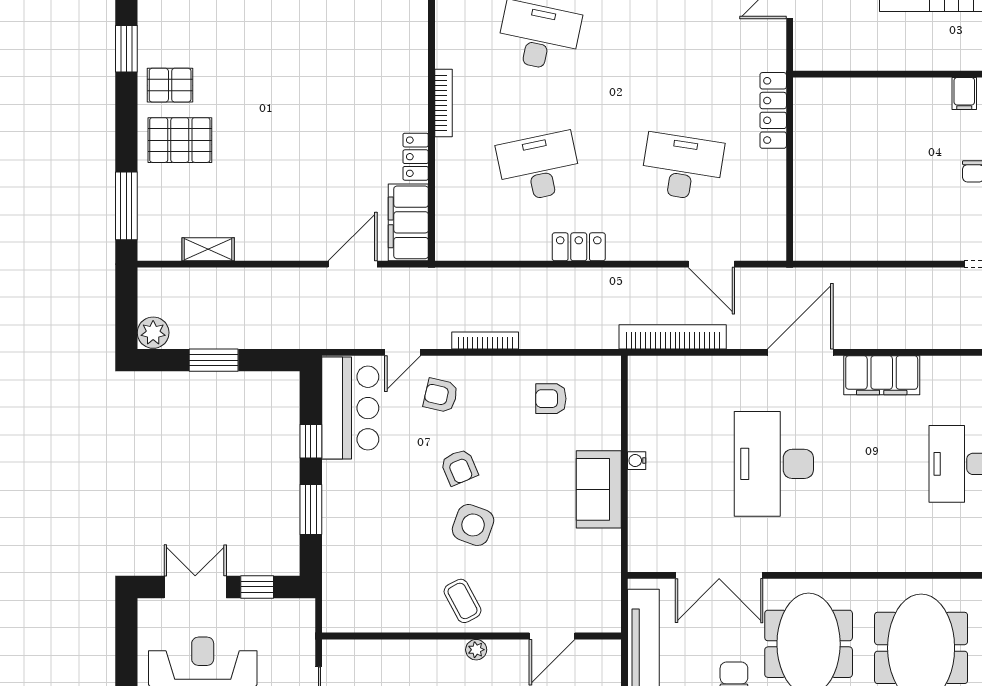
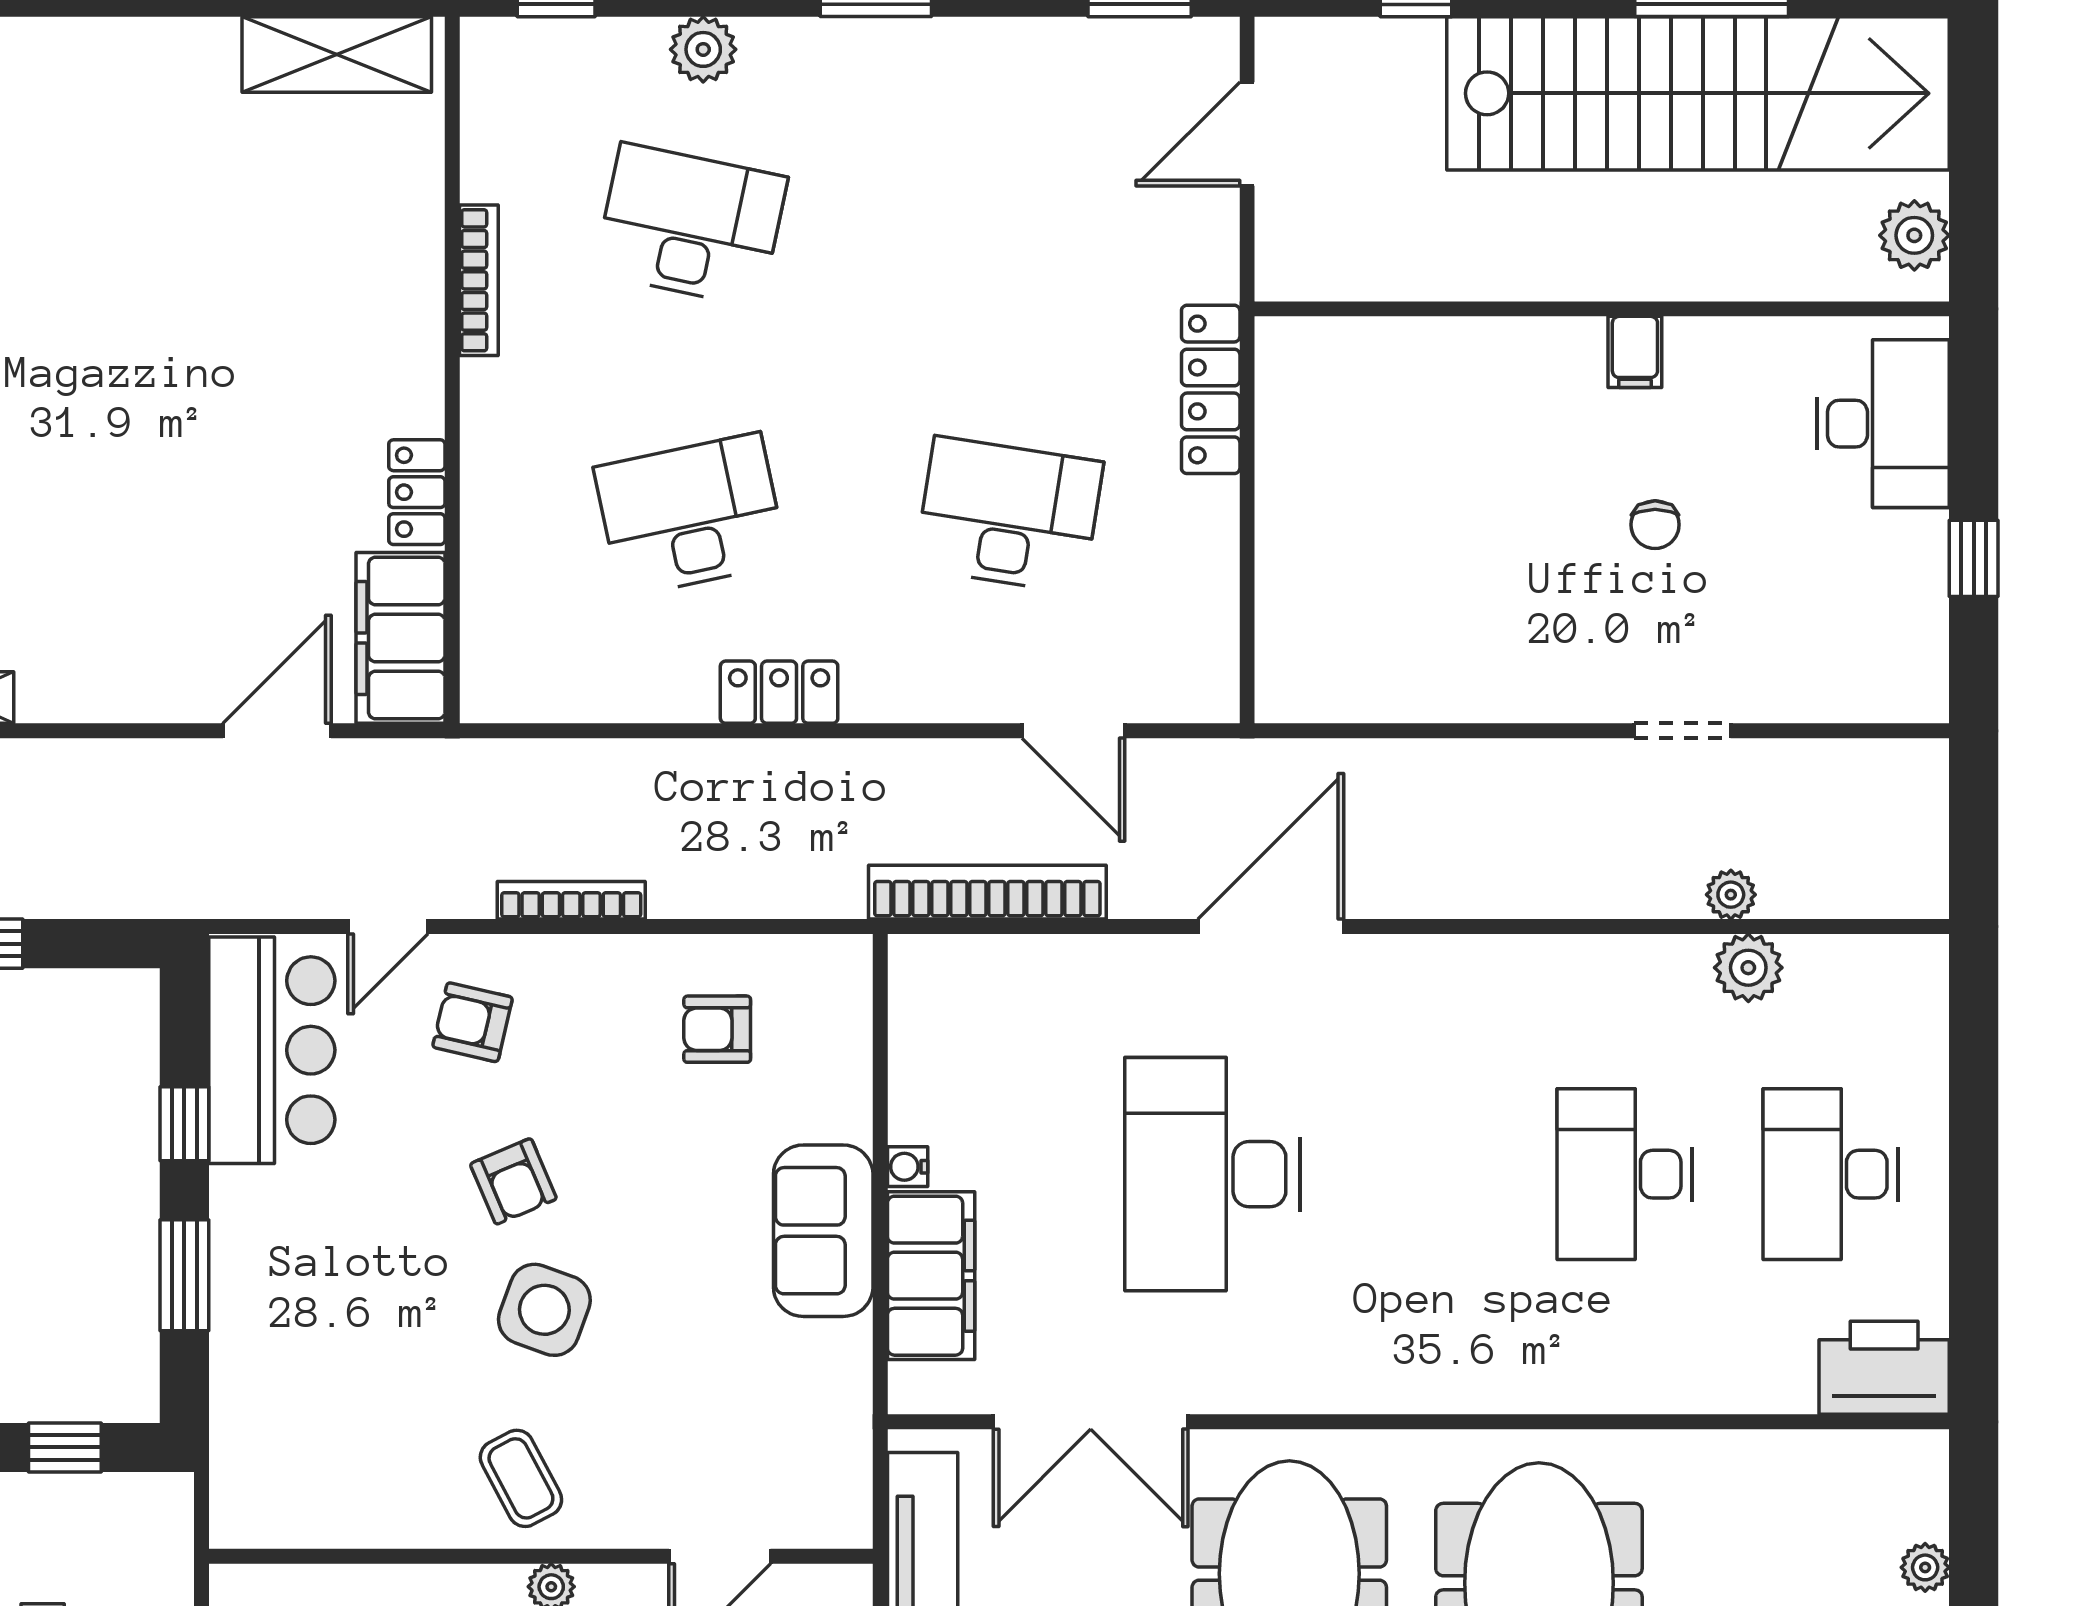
bookcase: (444, 103) -> (479, 280), moved
filing cabinet: (882, 375) -> (931, 1276), moved, turned -90

